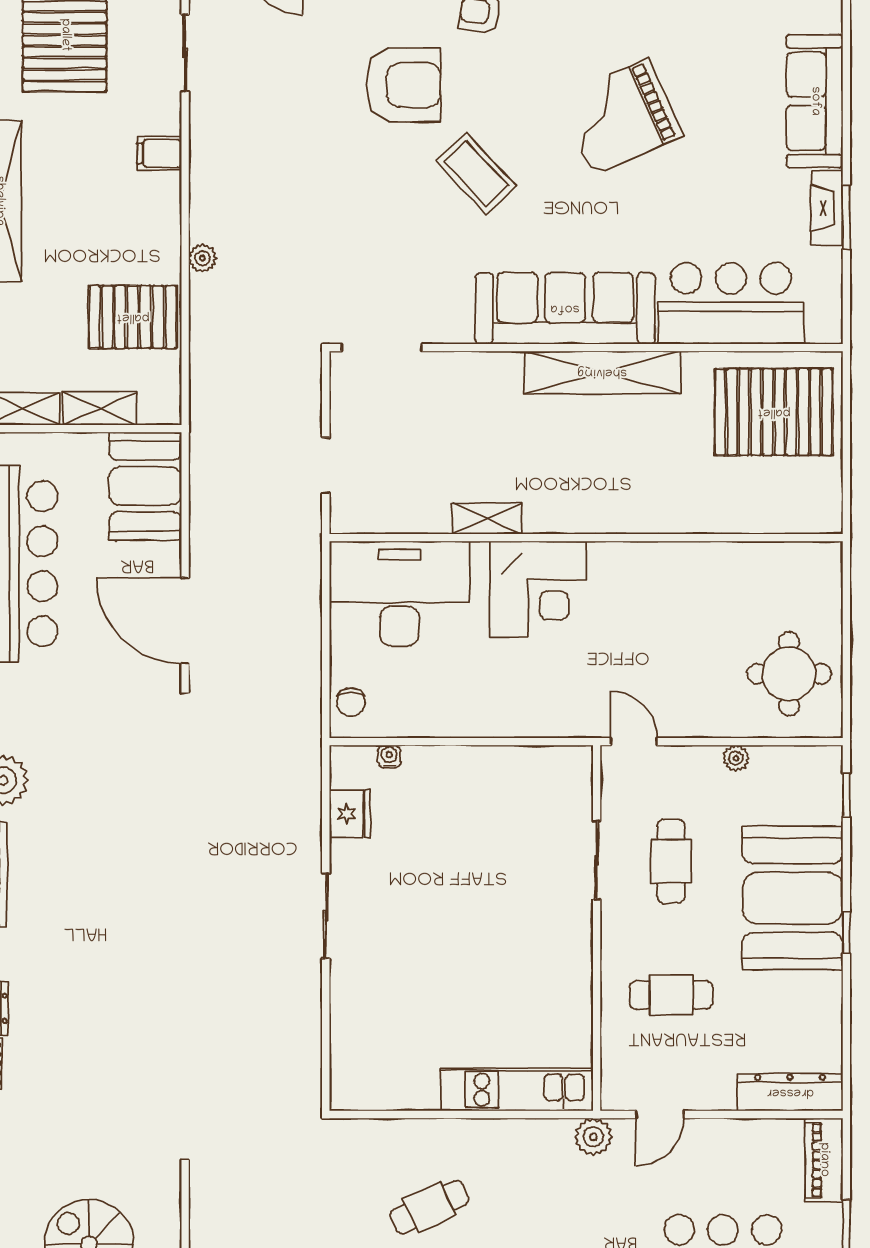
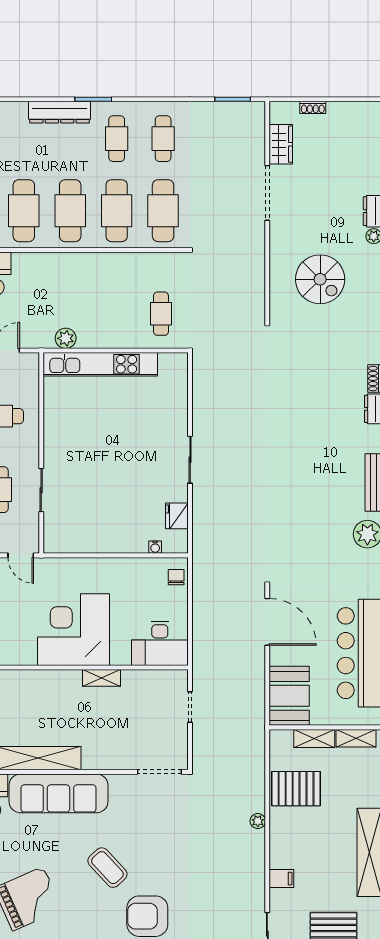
corner desk: (538, 589) -> (73, 630), width x1.36, depth x1.36
desk: (399, 594) -> (160, 643), width x0.73, depth x0.77
kitchen unit: (517, 1090) -> (100, 364), width x1.36
plant: (593, 1137) -> (66, 338), moved
cafe table: (429, 1207) -> (161, 314), moved, turned -65

